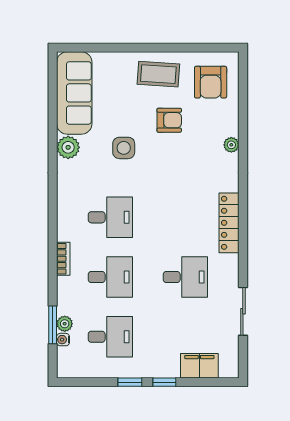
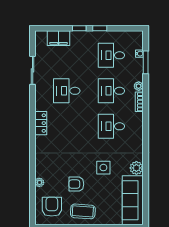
plant: (231, 145) -> (39, 182), moved
locker: (229, 223) -> (41, 123), width x0.66
plant: (65, 324) -> (139, 86), moved

